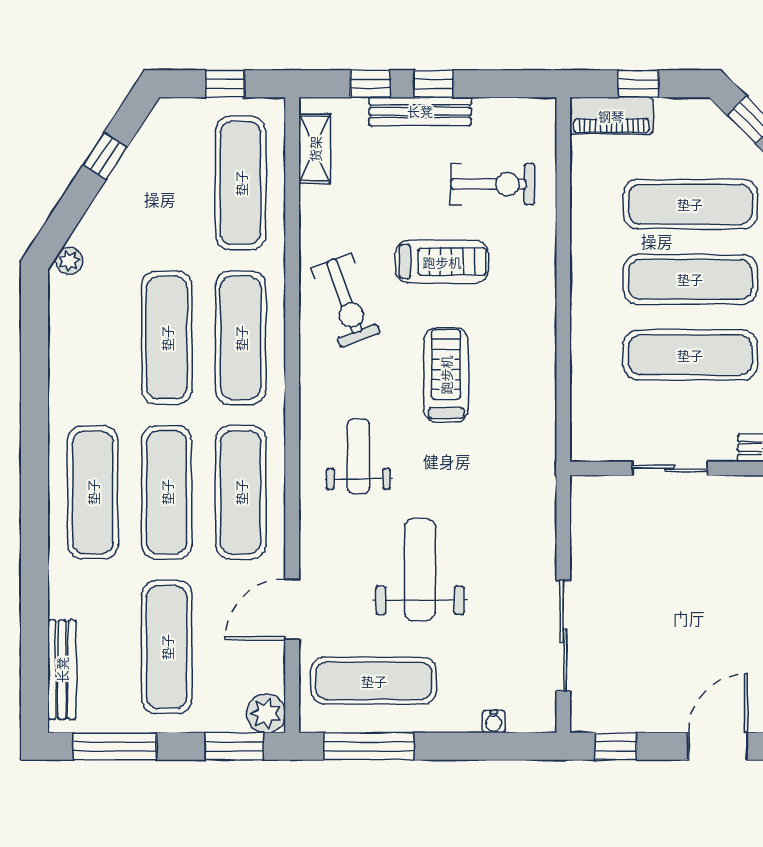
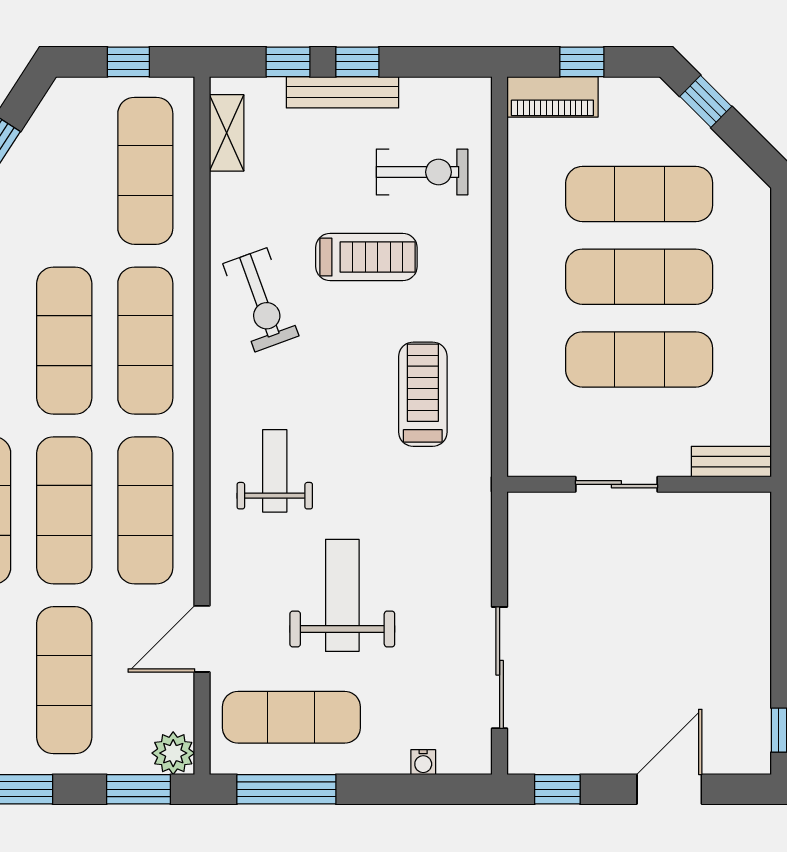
treadmill: (446, 375) -> (423, 394), moved

